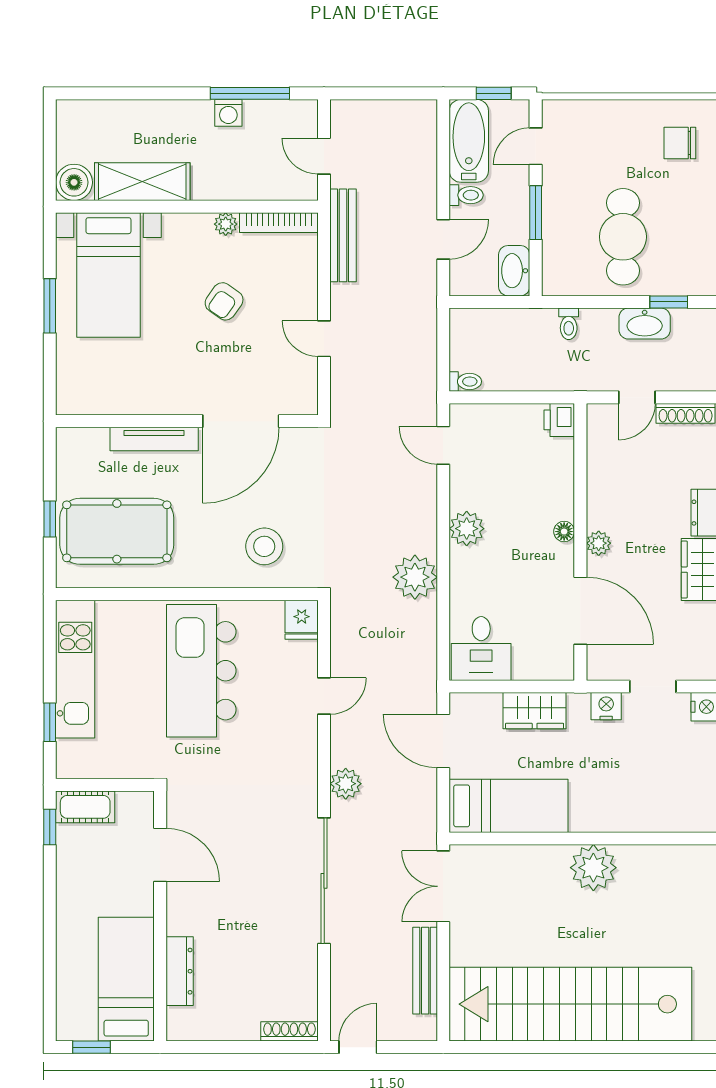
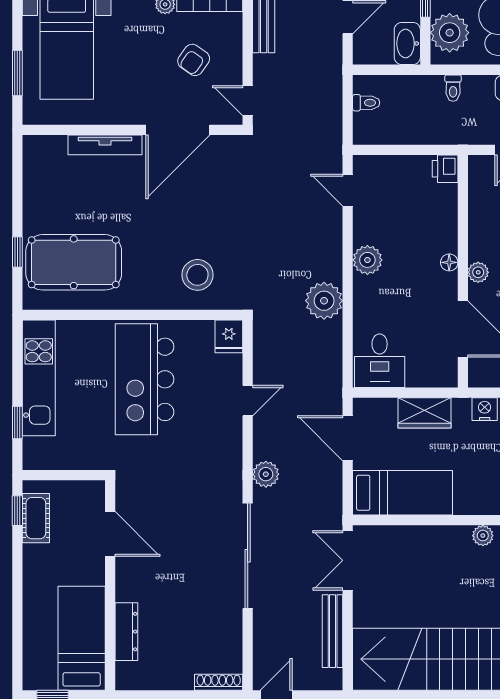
plant: (565, 258) -> (450, 33), added
armchair: (224, 301) -> (194, 60), moved
toilet: (465, 382) -> (366, 103), moved
wall: (187, 421) -> (133, 130), moved
door: (241, 421) -> (178, 130), moved
tv unit: (154, 439) -> (105, 145), moved
cot: (85, 807) -> (36, 518), moved, turned 90
plant: (593, 868) -> (483, 536), width x0.53, depth x0.53

